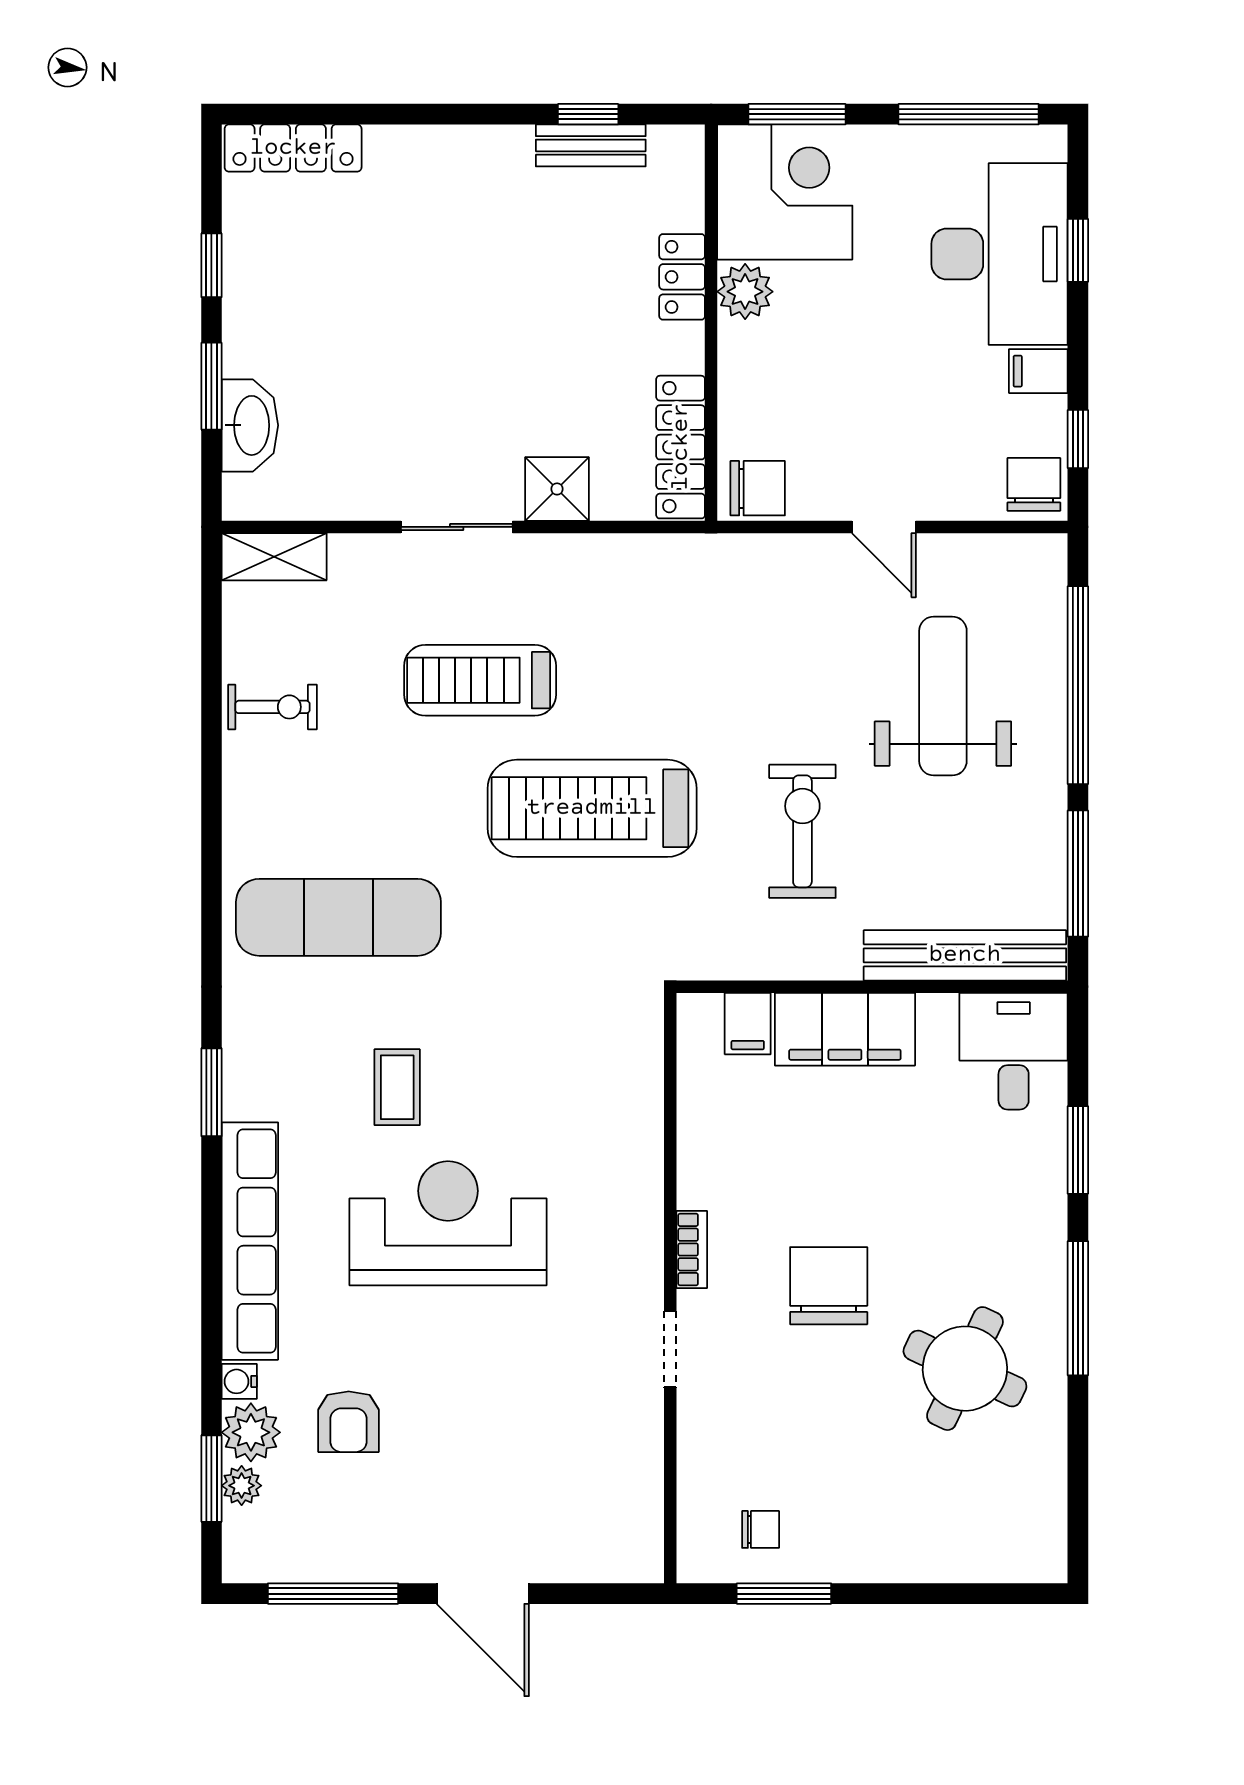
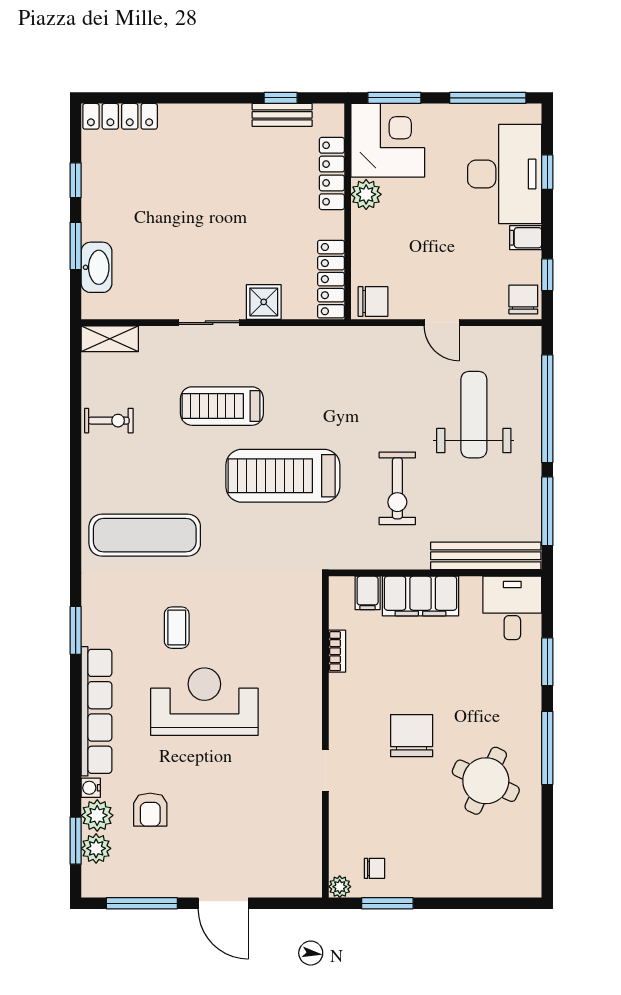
locker: (682, 277) -> (332, 174), width x1.53
exercise bike: (802, 831) -> (397, 488), turned 180
bookcase: (692, 1249) -> (337, 651), moved
plant: (242, 1486) -> (96, 848), width x1.38, depth x1.38
plant: (697, 1563) -> (340, 887), added

